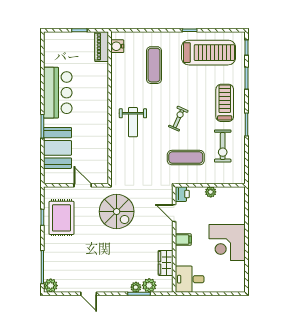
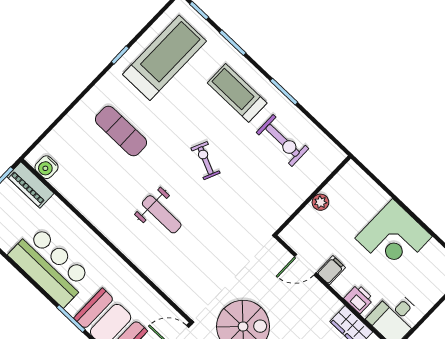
water cooler: (117, 46) -> (46, 167), moved
piano: (102, 47) -> (30, 185), moved
wall: (110, 108) -> (106, 241), moved
exercise mat: (186, 158) -> (256, 193), removed
printer: (182, 194) -> (359, 299), moved
filing cabinet: (183, 240) -> (331, 270), moved

